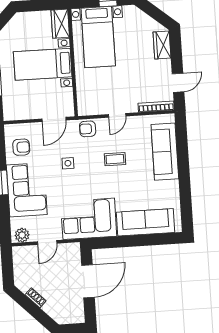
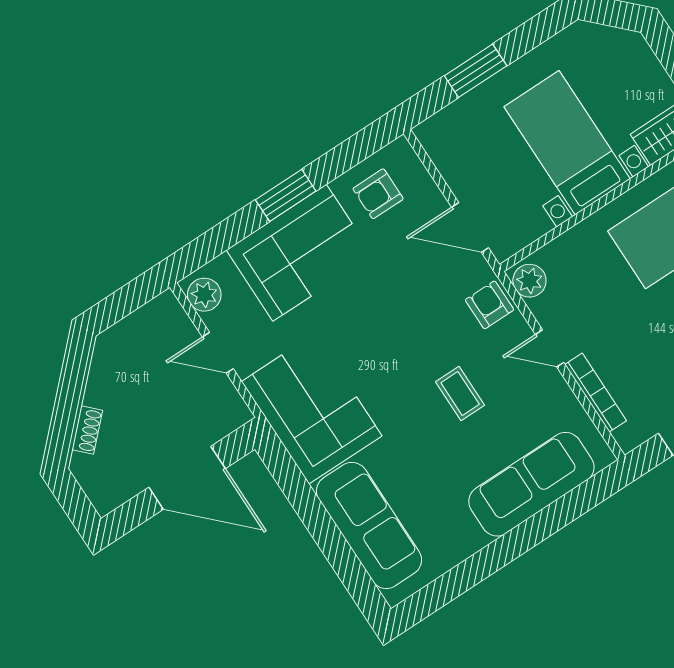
bookcase: (156, 107) -> (596, 393), moved
plant: (87, 108) -> (529, 281), added
armchair: (21, 147) -> (378, 194), turned 90
side table: (68, 163) -> (399, 305), removed
shoe rack: (36, 298) -> (87, 430), moved

